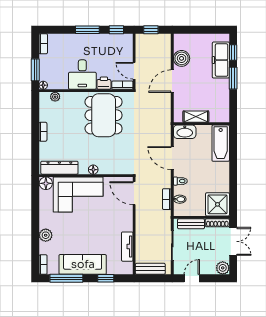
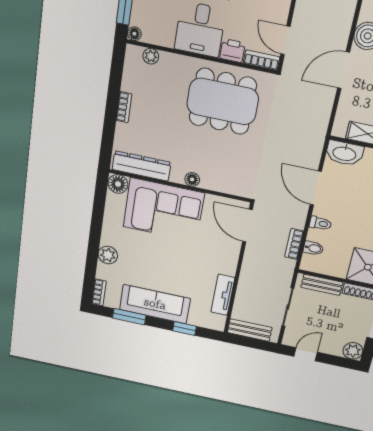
dining table: (104, 115) -> (223, 101), turned 90
window: (66, 278) -> (129, 317), width x0.69

